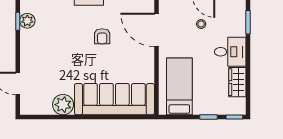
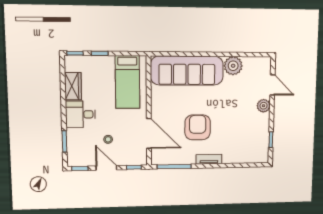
plant: (27, 21) -> (264, 106), moved
armchair: (102, 36) -> (198, 127), width x1.88, depth x1.88

